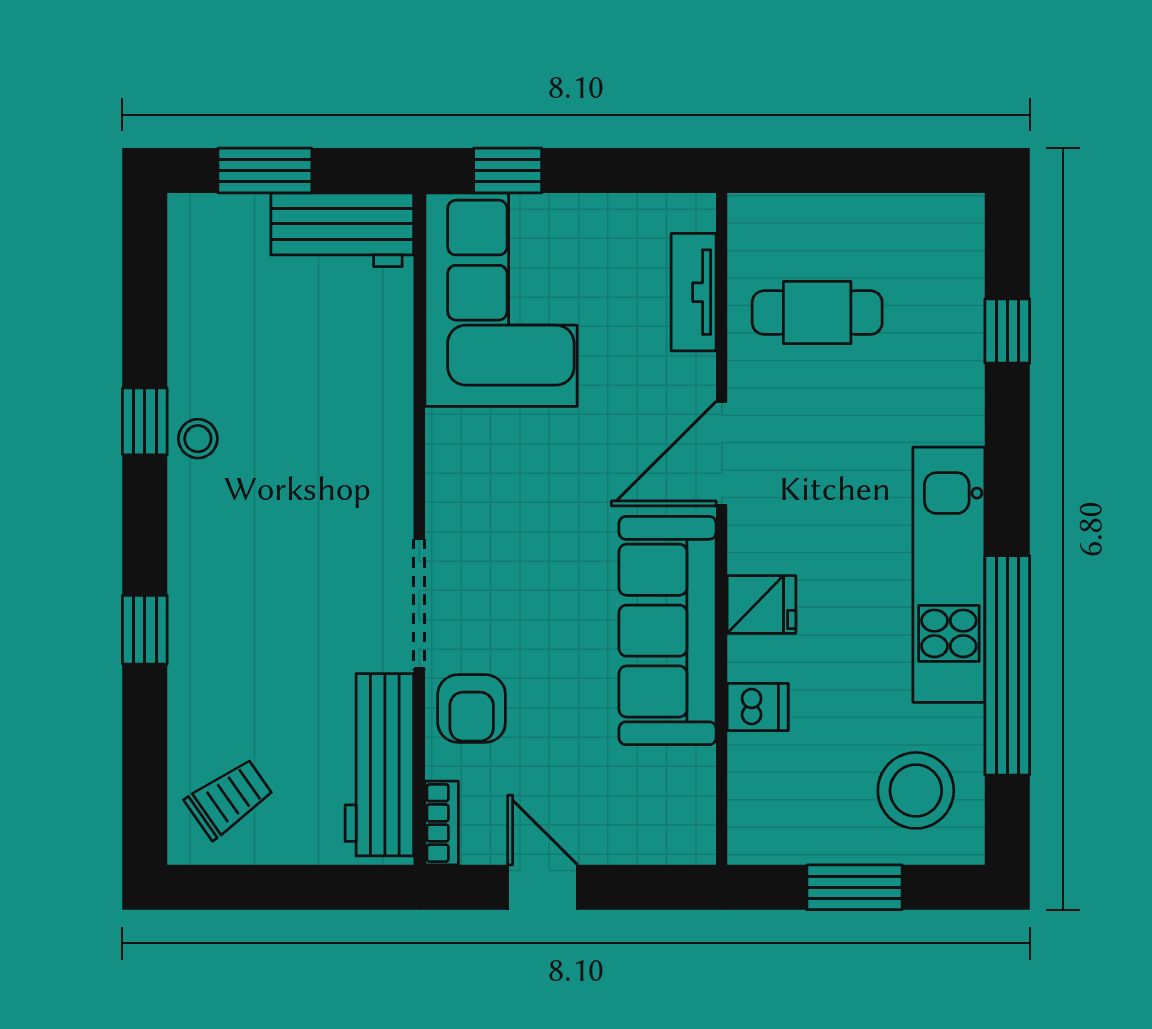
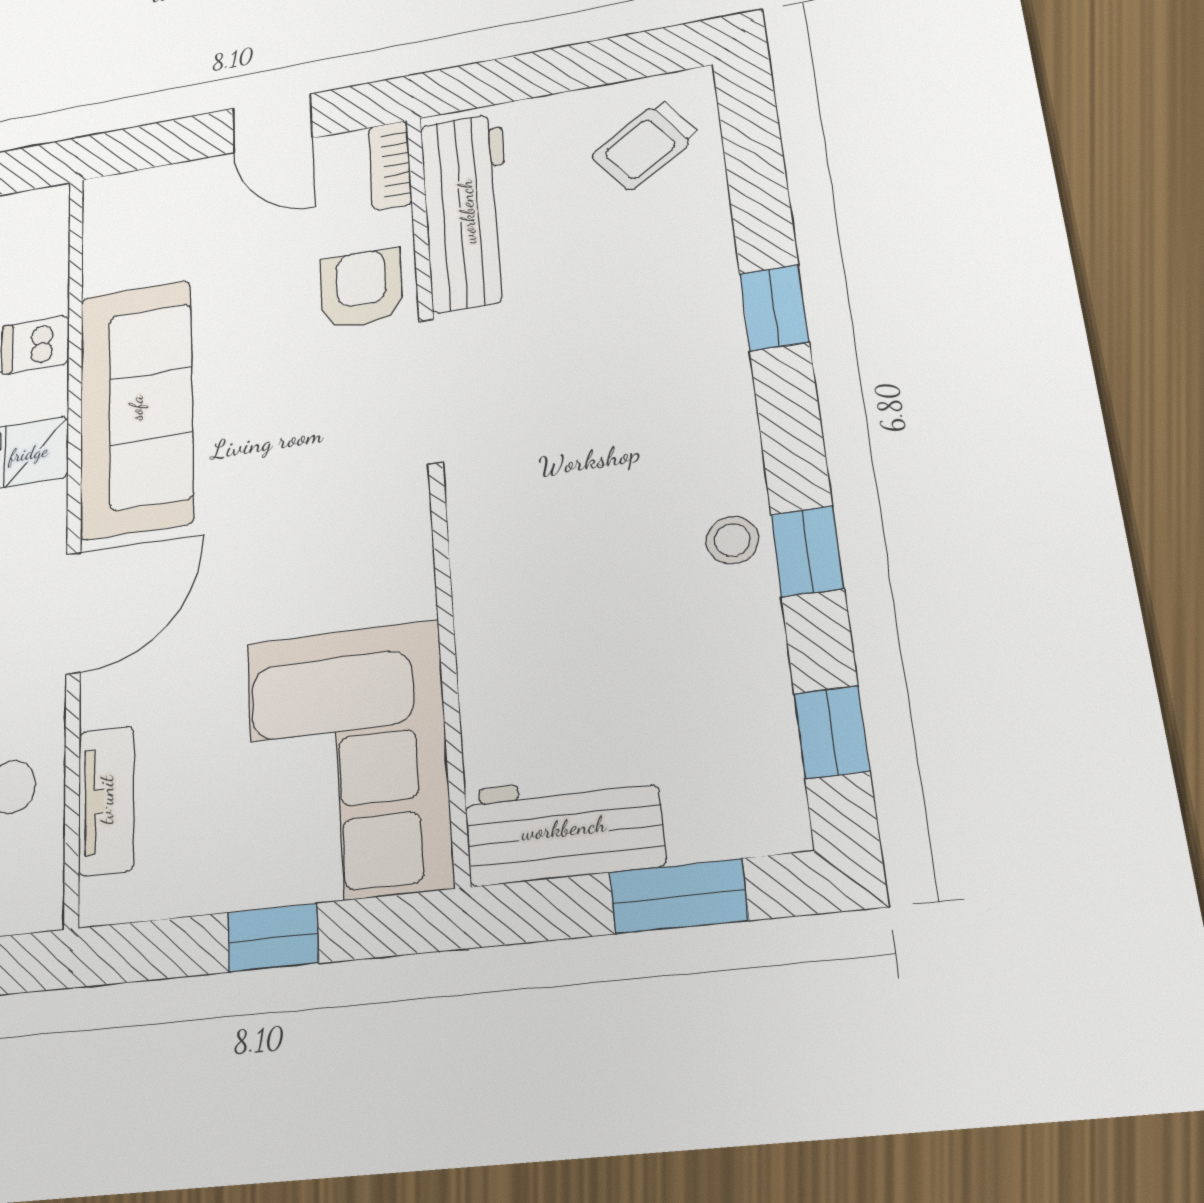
window: (508, 171) -> (273, 938), moved
window: (145, 279) -> (832, 732), added

